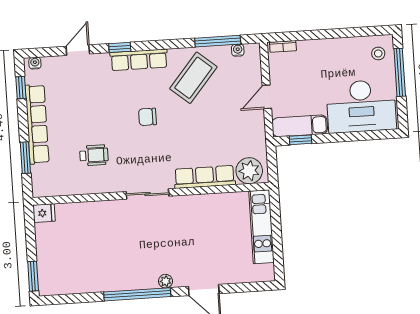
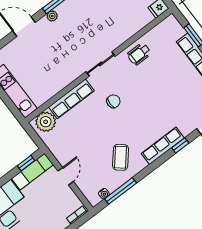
coffee table: (193, 78) -> (121, 157), width x0.73, depth x0.76
chair: (147, 117) -> (113, 101), moved
wheelchair: (94, 155) -> (139, 54), moved

